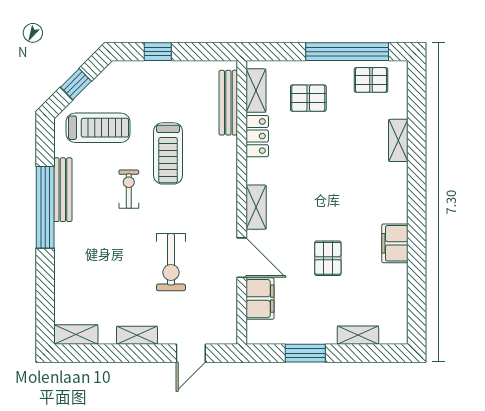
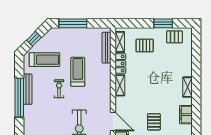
window: (158, 52) -> (73, 23), width x2.17
window: (347, 52) -> (163, 23), width x0.47
shelving: (398, 140) -> (187, 87), moved
treadmill: (168, 153) -> (78, 72), turned 180
shelving: (256, 207) -> (120, 85), moved

